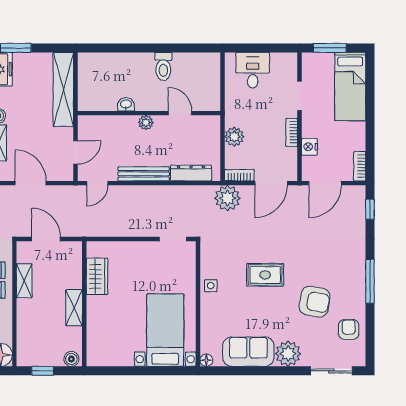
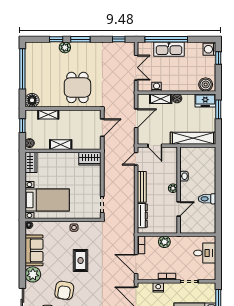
door: (97, 183) -> (136, 159), hinge flipped
plant: (227, 198) -> (127, 238), removed
wardrobe: (97, 276) -> (90, 159), moved
shelving: (24, 281) -> (48, 114), moved
wardrobe: (103, 357) -> (31, 162), added

